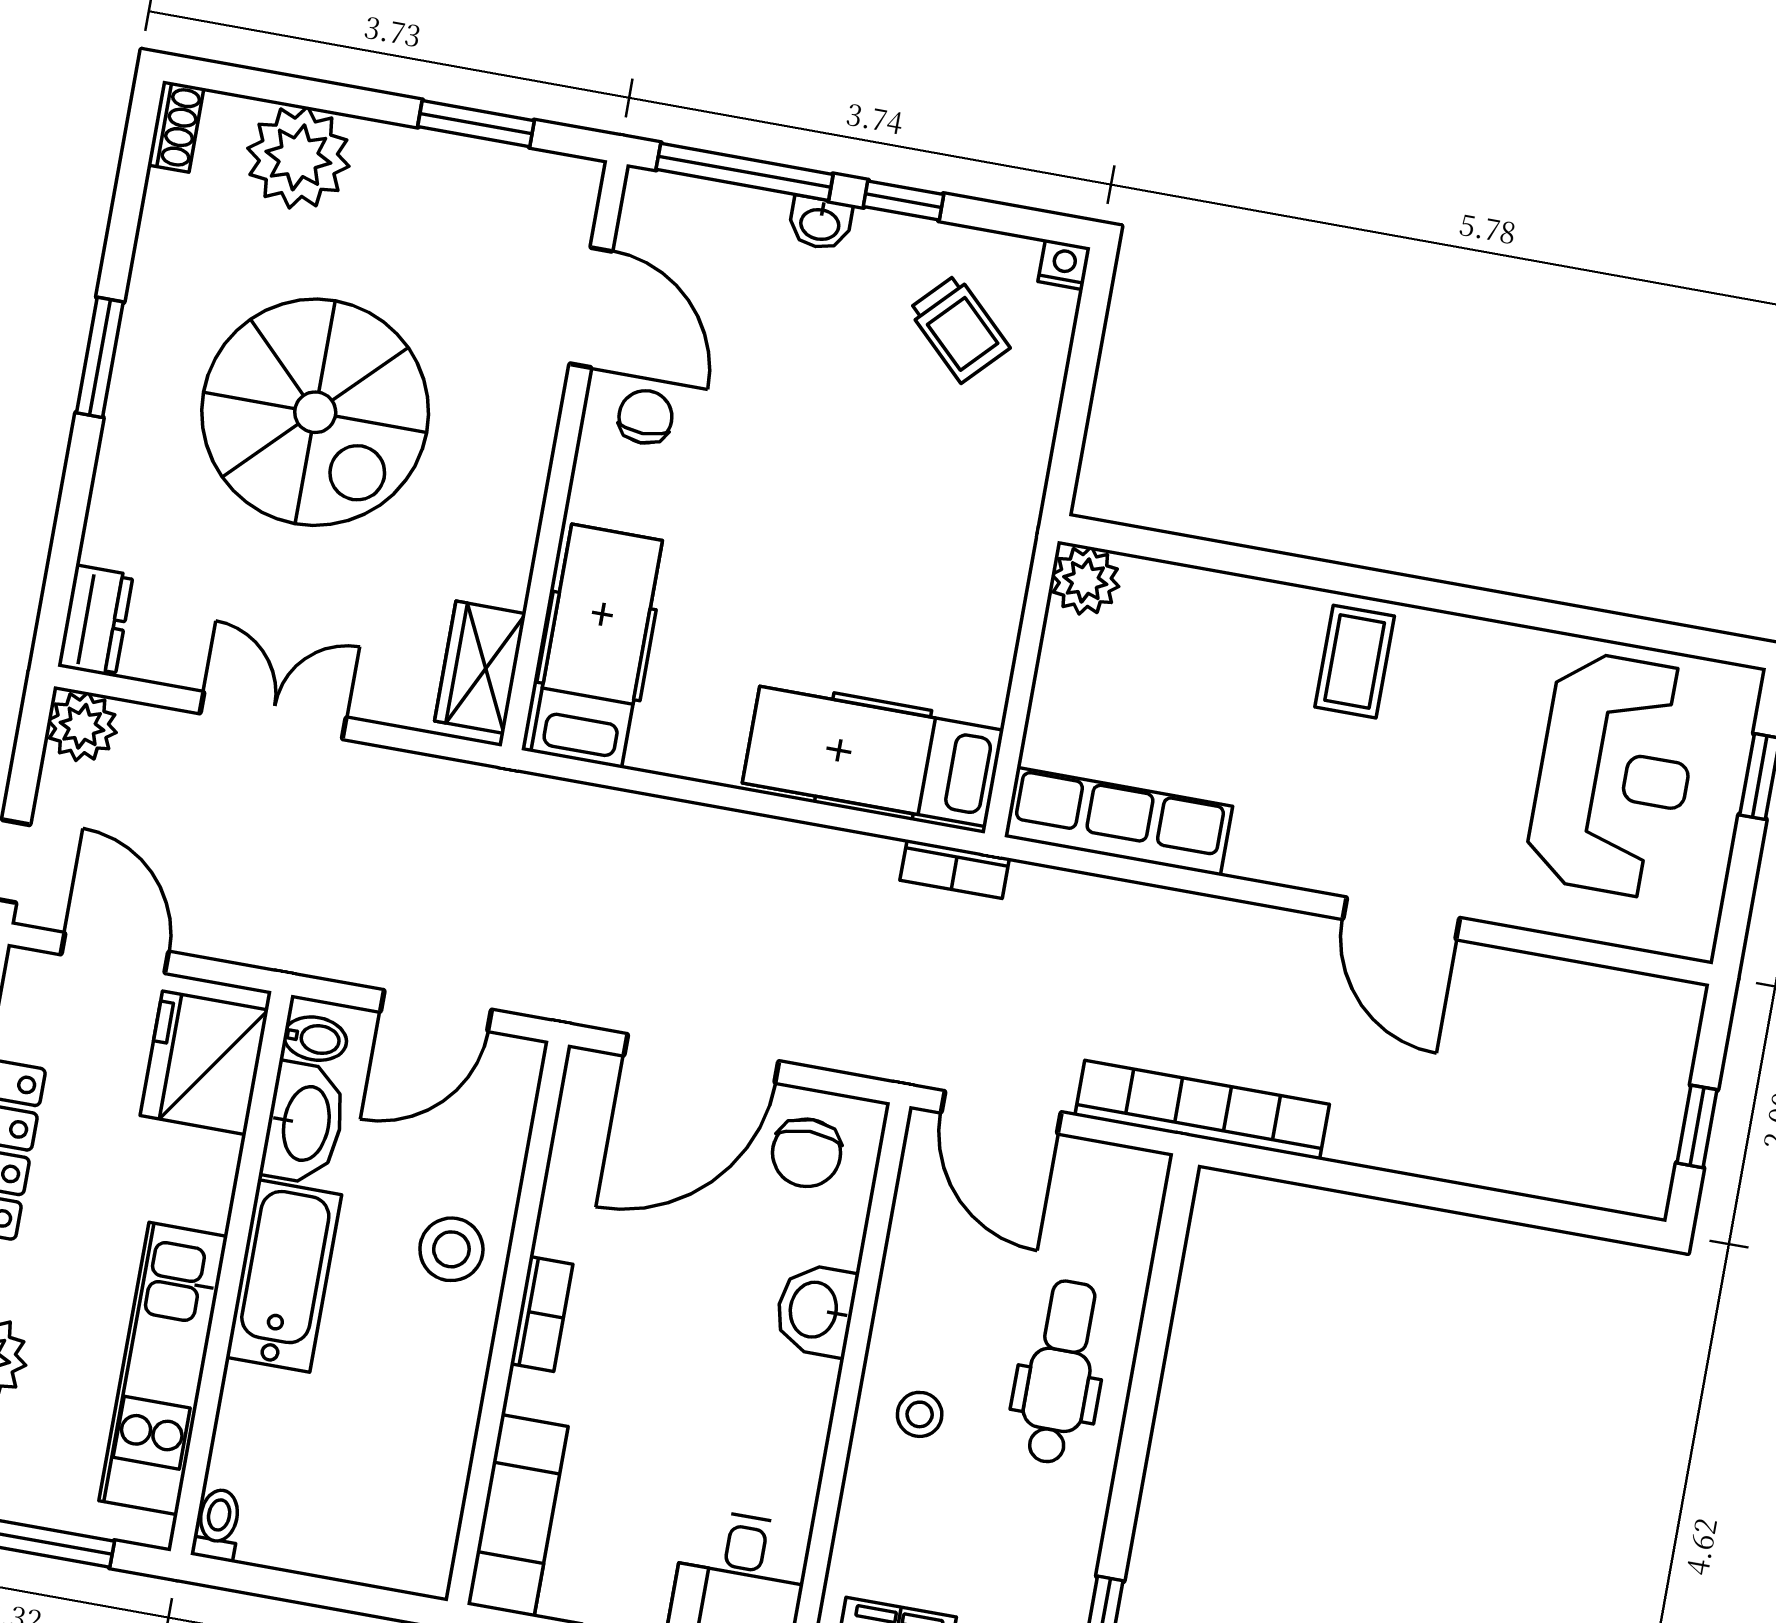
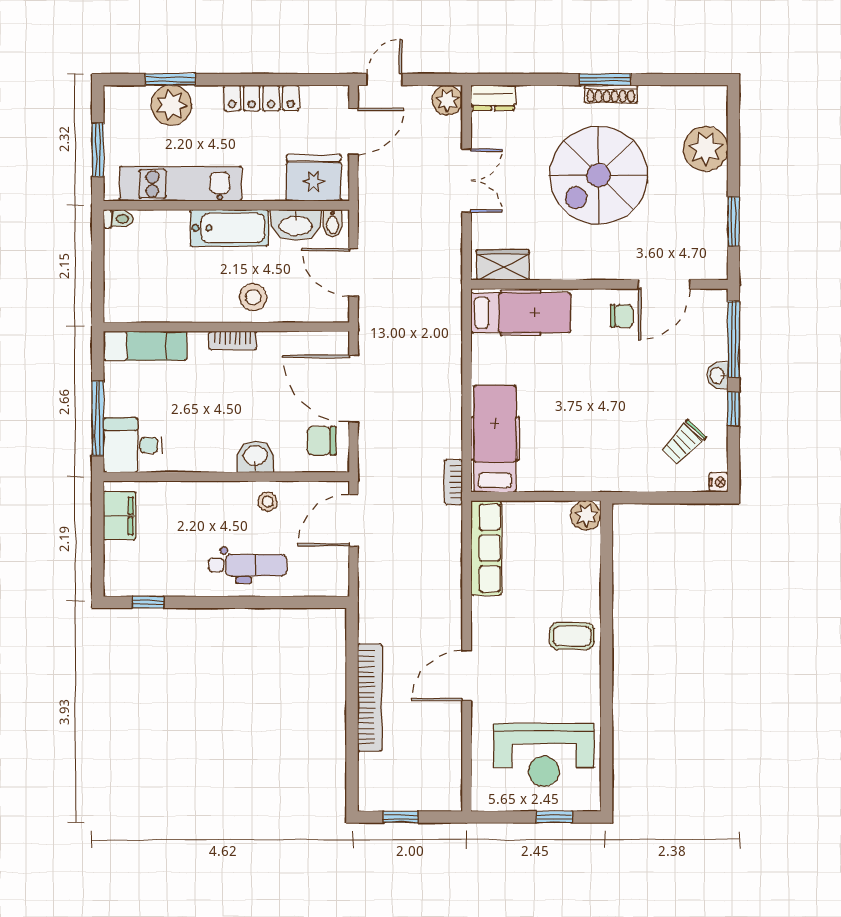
shoe rack: (176, 126) -> (611, 94), moved, width x1.43
bookcase: (1202, 1110) -> (370, 698), moved
stool: (920, 1414) -> (268, 502), moved

